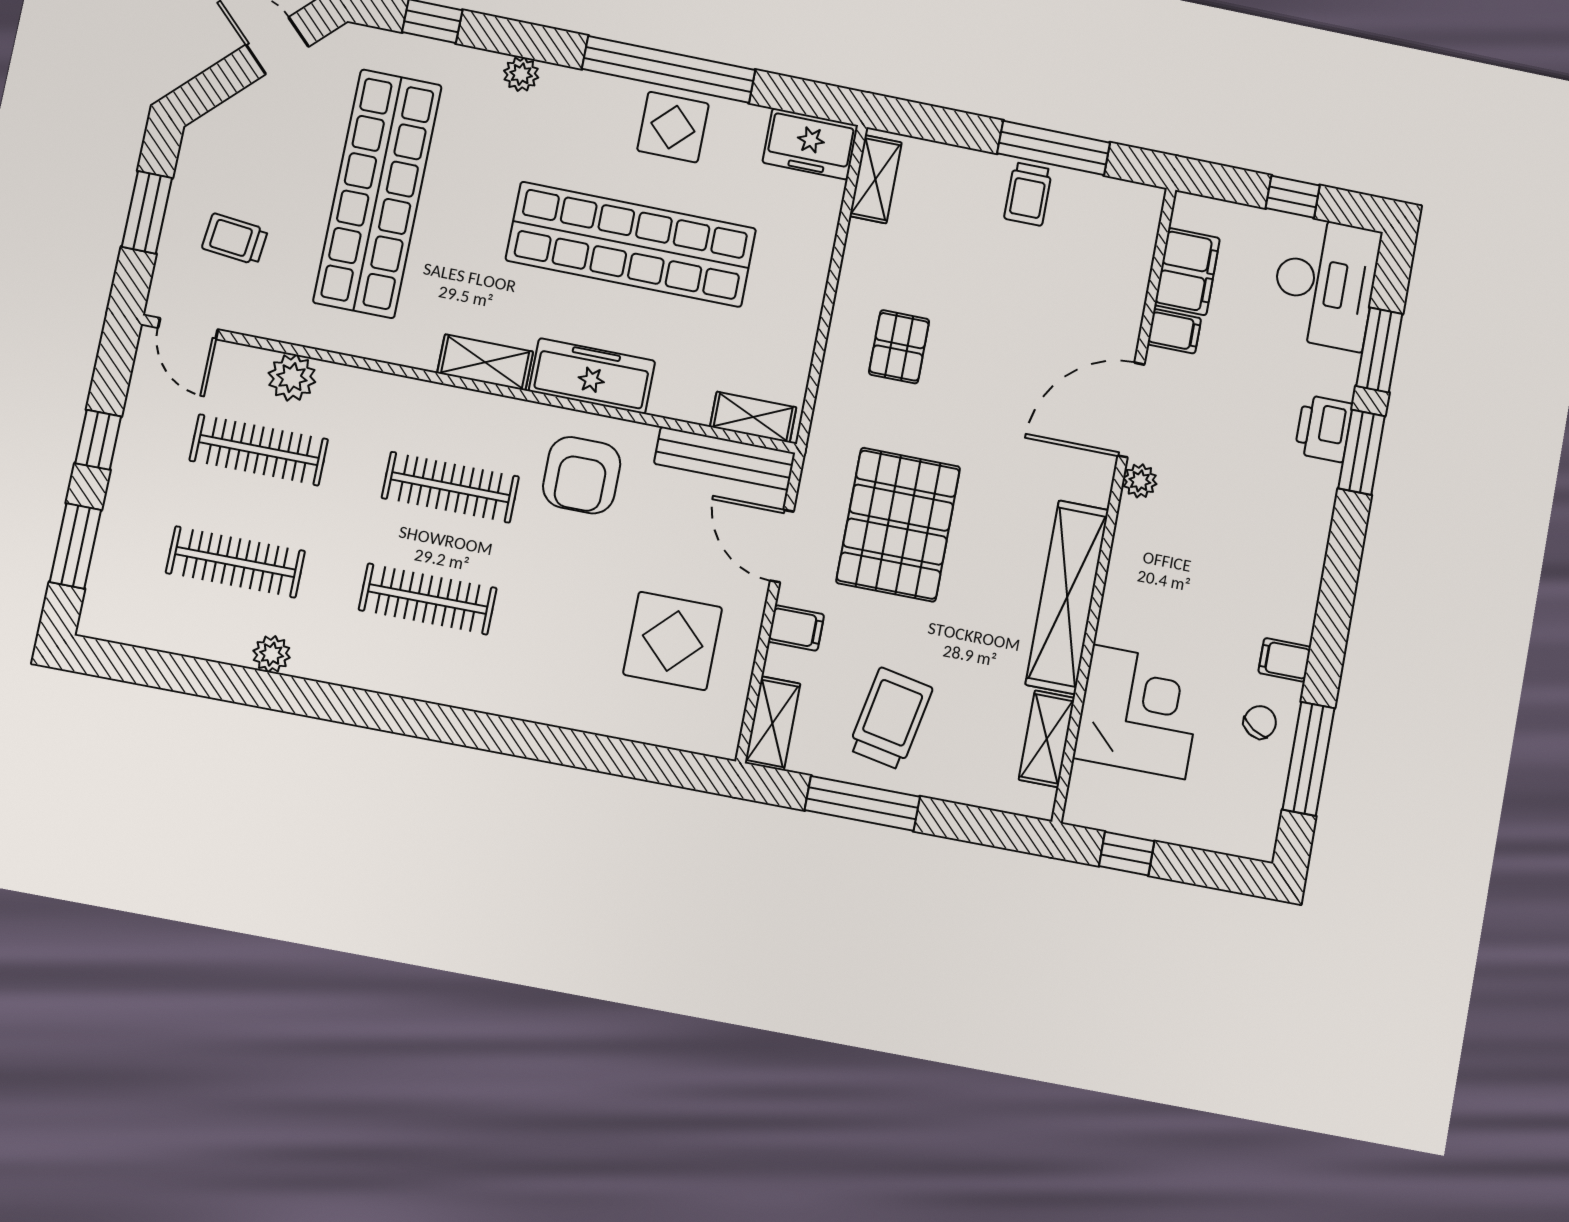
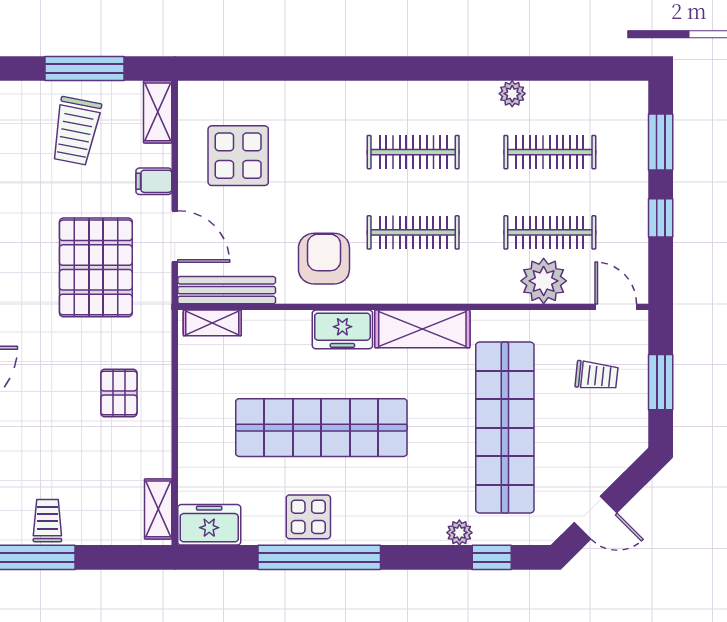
plant: (521, 74) -> (459, 533), moved
shelving: (485, 362) -> (422, 329), width x1.50, depth x1.33
freezer: (592, 376) -> (342, 329), width x0.71
plant: (292, 378) -> (544, 281), width x1.36, depth x1.36

